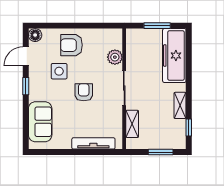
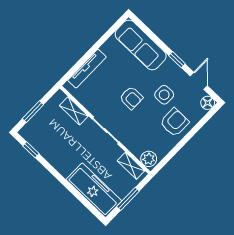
plant: (115, 57) -> (149, 159), moved
shelving: (180, 105) -> (131, 166), moved
sofa: (40, 122) -> (141, 45), width x1.36

